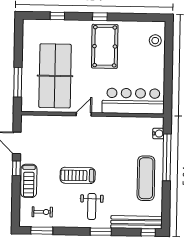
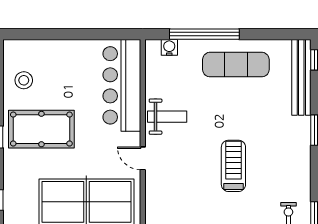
stool: (155, 41) -> (24, 80), moved
treadmill: (78, 175) -> (233, 166), turned 180
weight bench: (92, 206) -> (167, 117), moved

